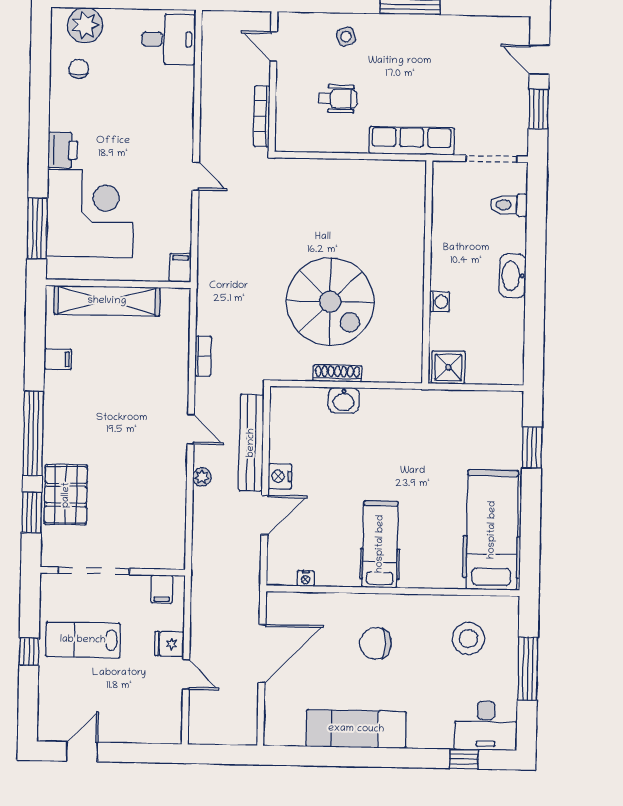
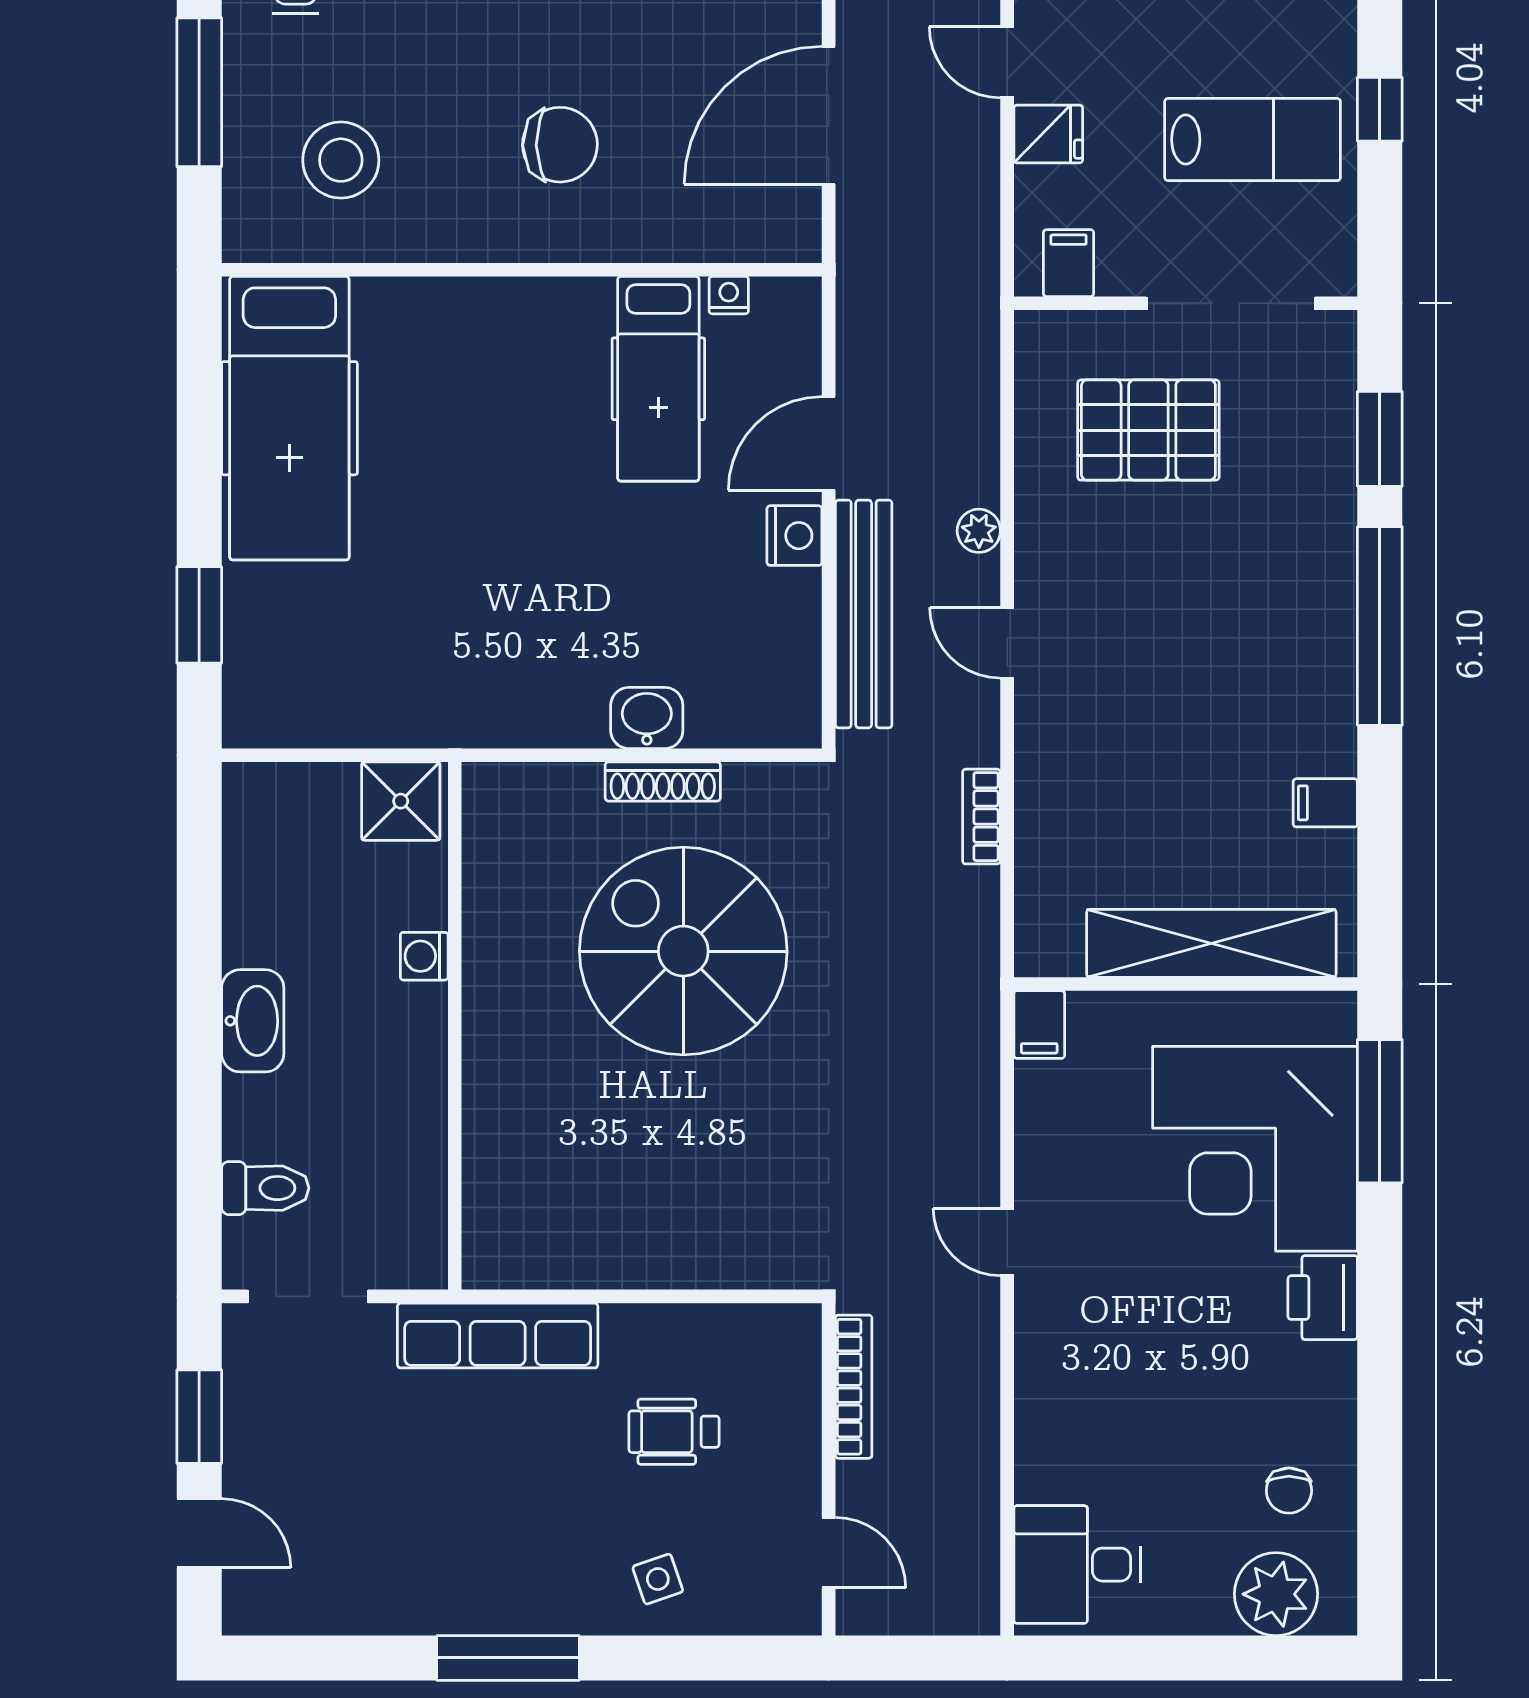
pallet: (66, 495) -> (1148, 430), moved, turned 90
hospital bed: (380, 544) -> (658, 379), moved

